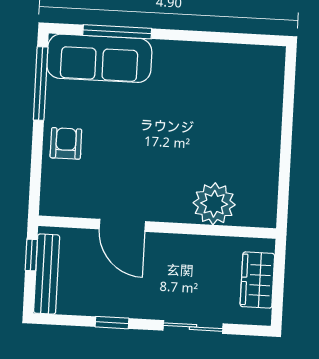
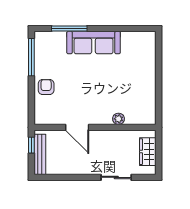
sofa: (99, 58) -> (94, 43), moved
plant: (214, 204) -> (118, 119), width x0.53, depth x0.53
window: (112, 323) -> (75, 177), removed

